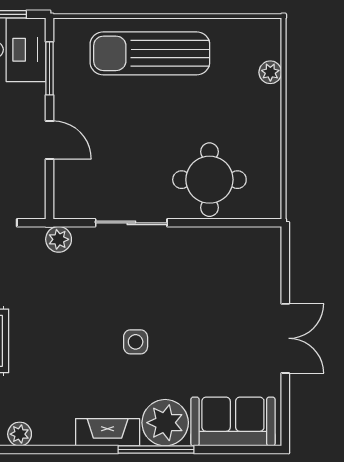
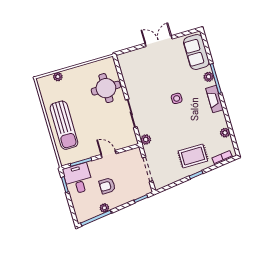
door: (50, 140) -> (109, 154), hinge flipped
plant: (165, 423) -> (209, 77), width x0.53, depth x0.53

